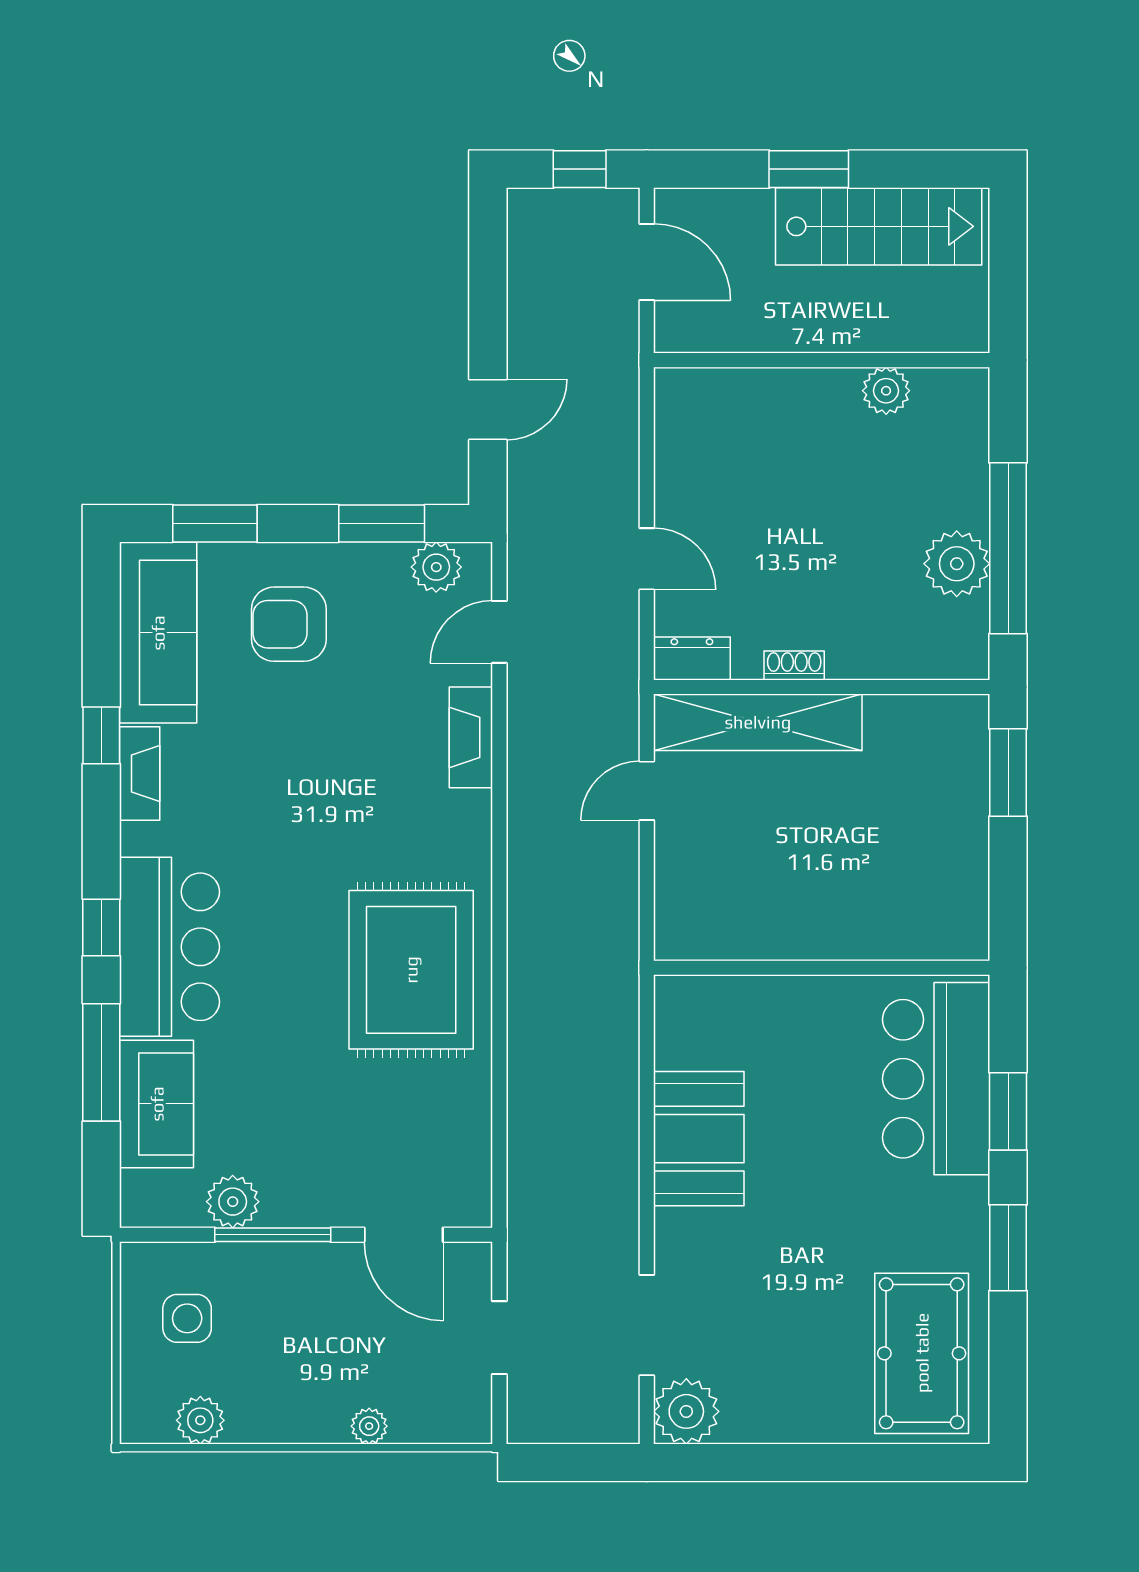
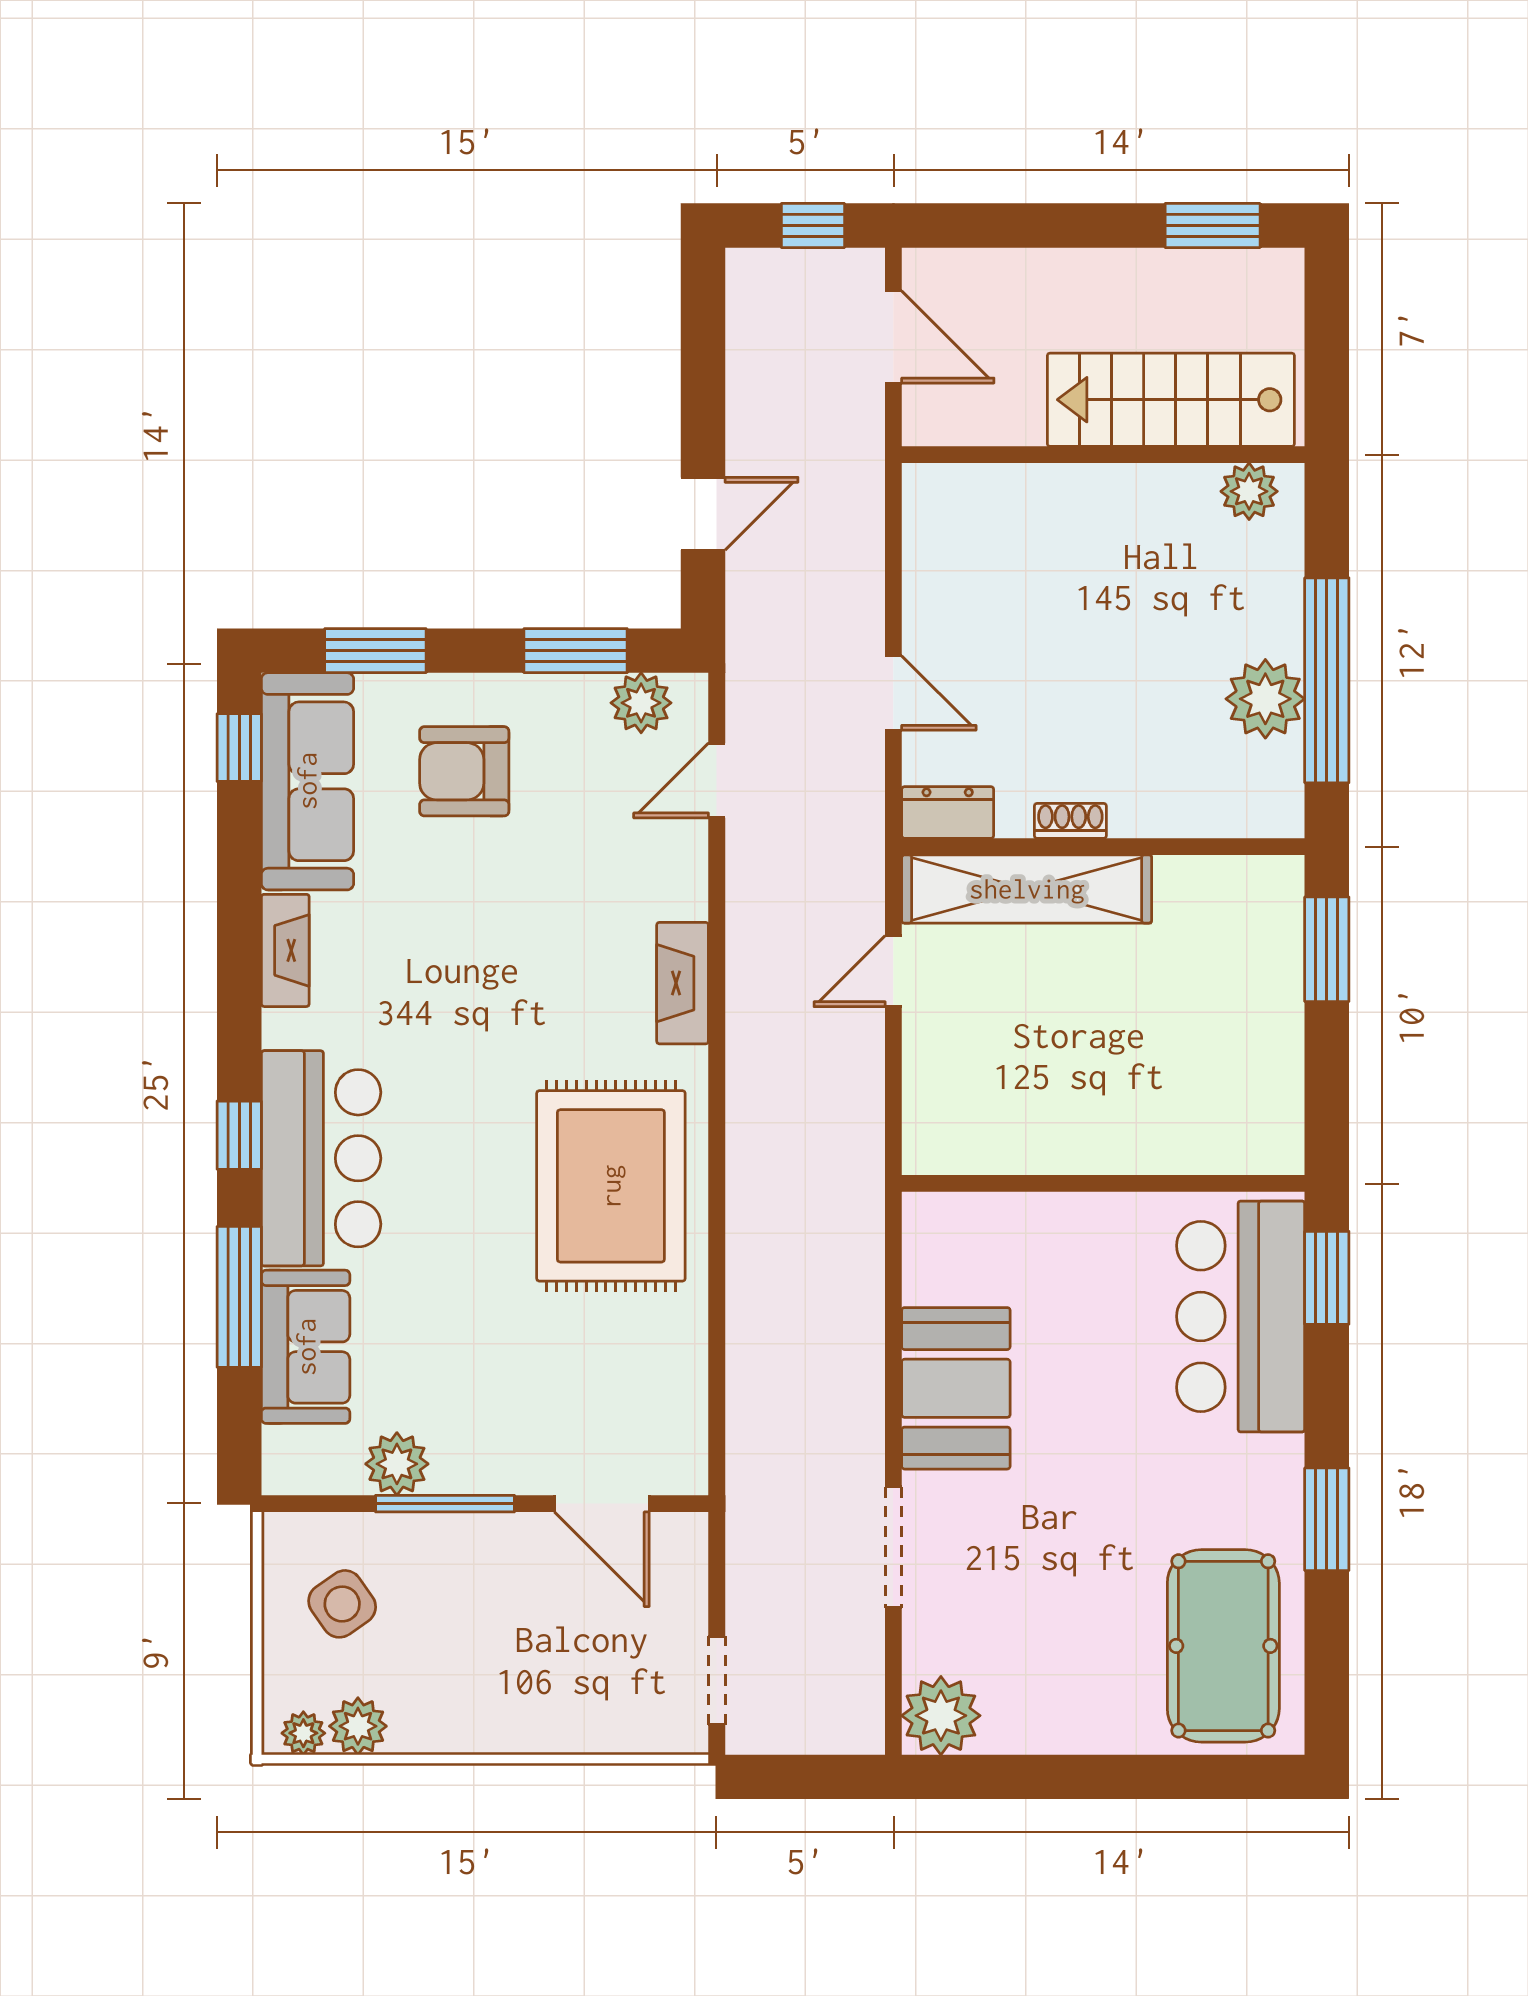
window: (809, 169) -> (1213, 225), moved
stairs: (879, 226) -> (1171, 400), moved, turned 180
plant: (886, 391) -> (1249, 491), moved
window: (101, 735) -> (239, 748), moved
fireplace: (471, 737) -> (683, 983), moved
window: (1008, 1111) -> (1327, 1278), moved
side table: (187, 1318) -> (342, 1604), turned -35
doorway: (647, 1325) -> (893, 1547), moved
doorway: (499, 1338) -> (717, 1681), moved
plant: (369, 1426) -> (303, 1733), moved

